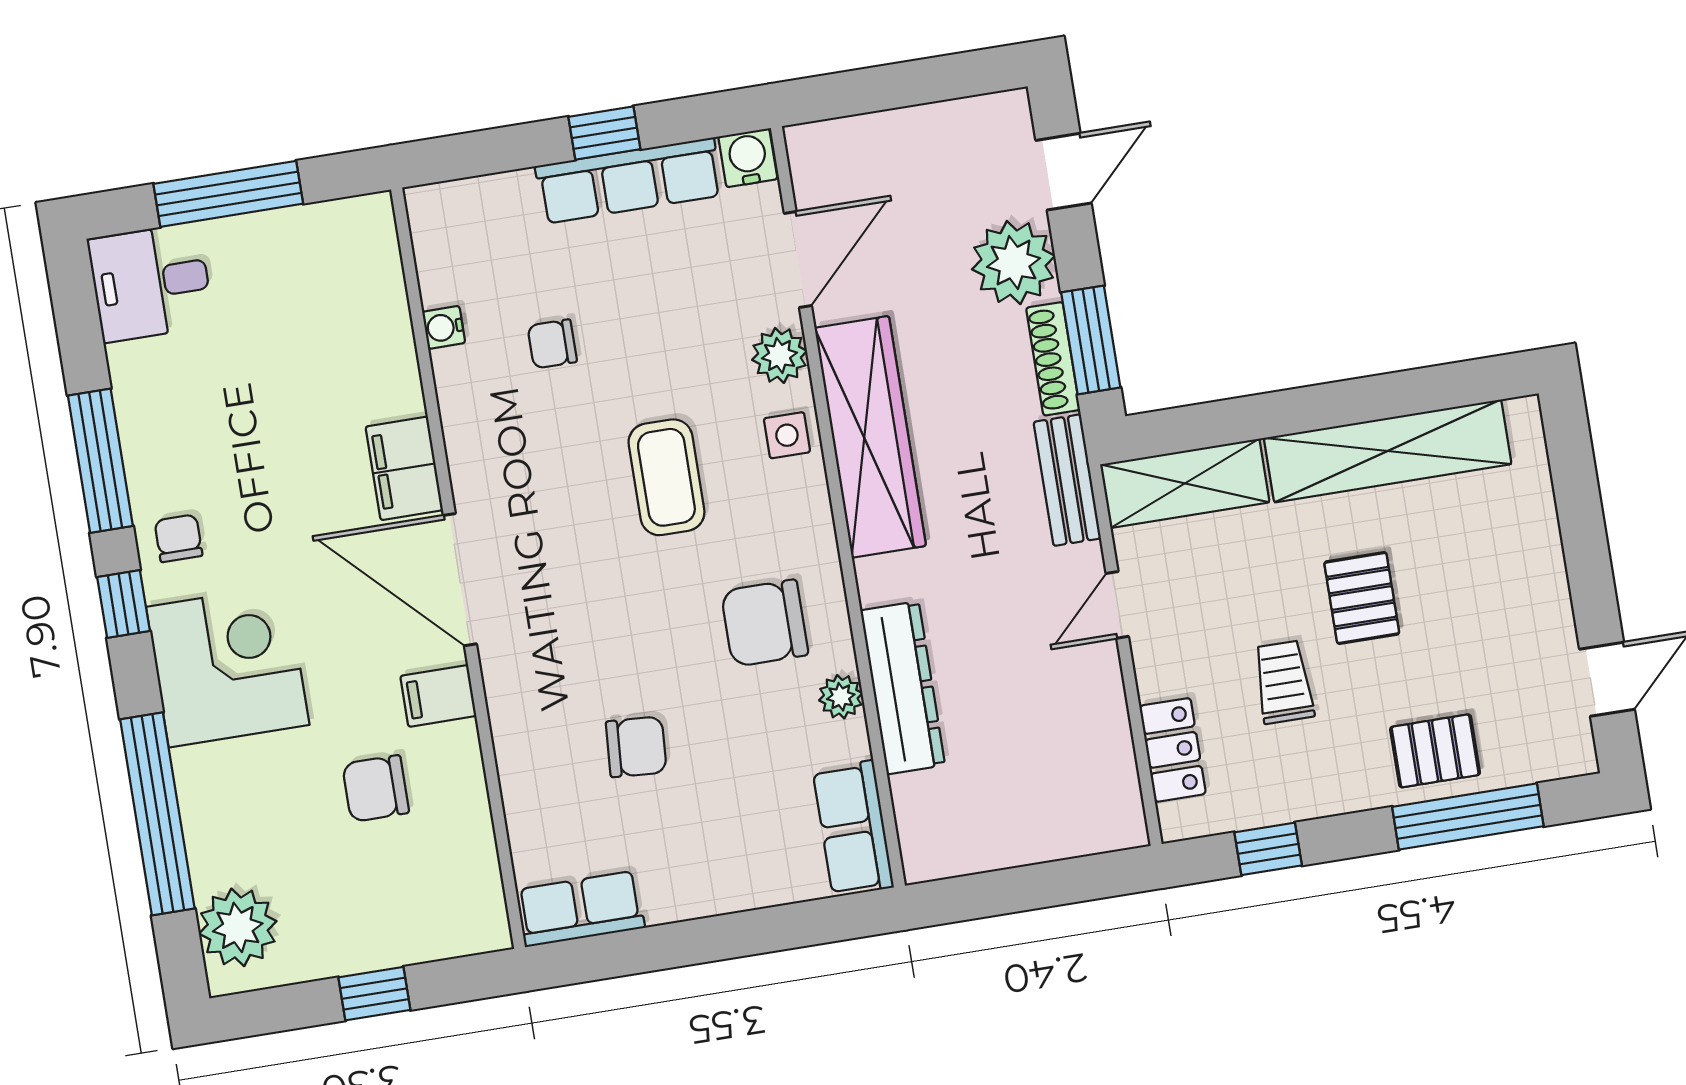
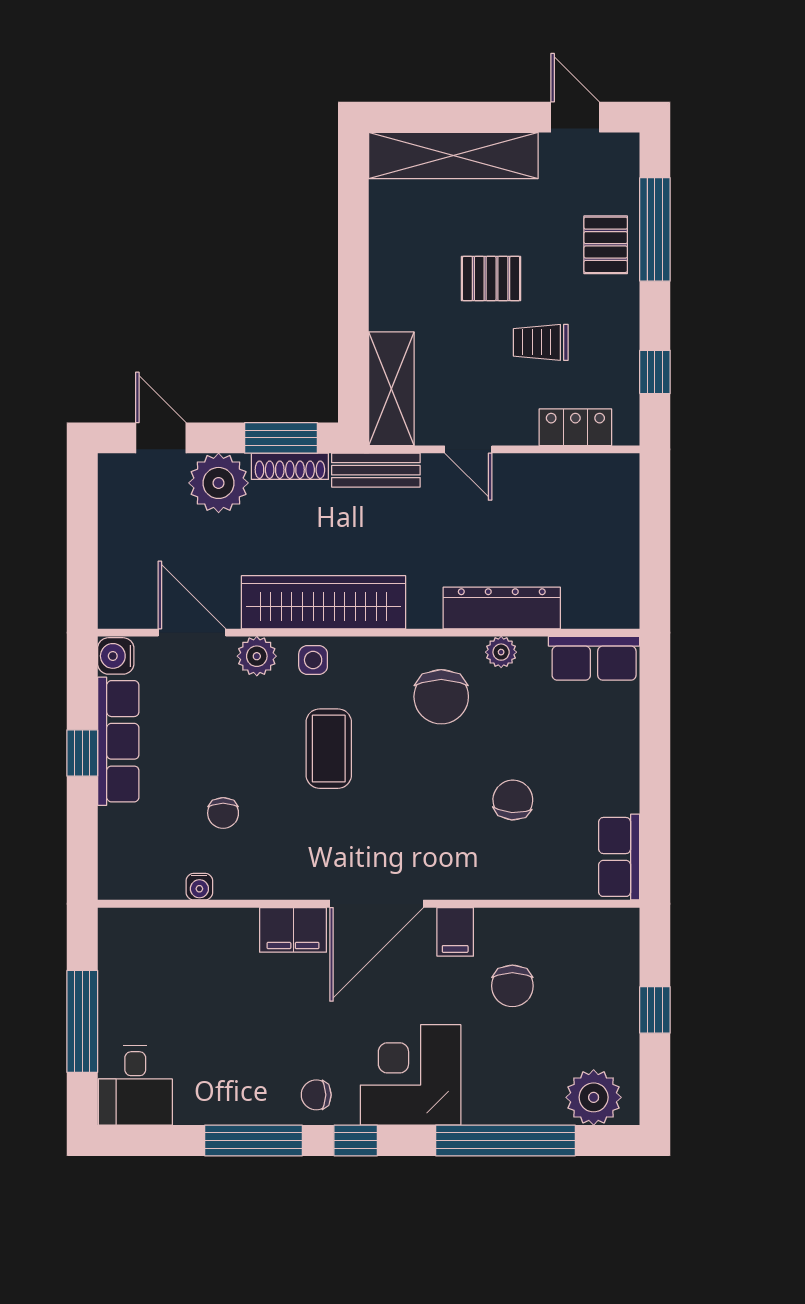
shelving: (1388, 451) -> (453, 156), moved, turned 90
coffee table: (666, 477) -> (329, 749), turned 90

